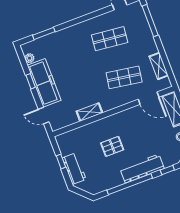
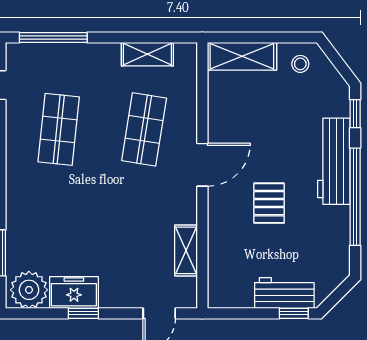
plant: (30, 58) -> (29, 290), width x1.87, depth x1.87
freezer: (44, 83) -> (74, 293), width x0.52, depth x0.79
door: (149, 98) -> (202, 165), moved
shelving: (89, 112) -> (186, 250), moved
window: (61, 162) -> (294, 313), moved

